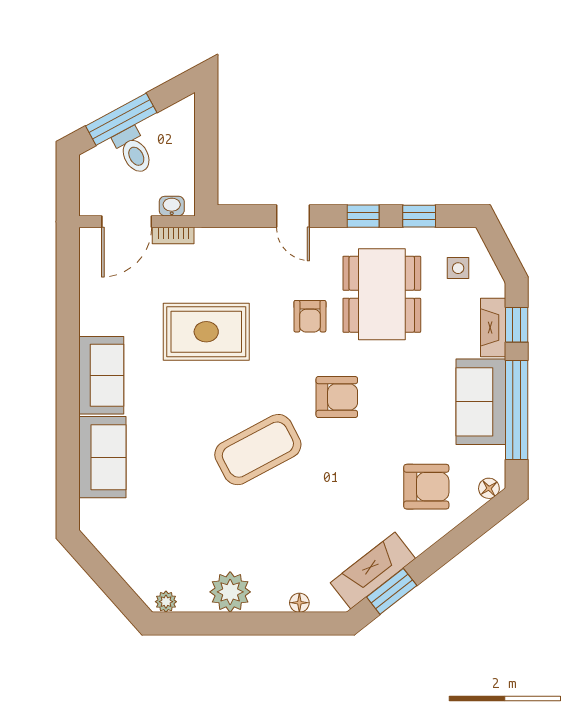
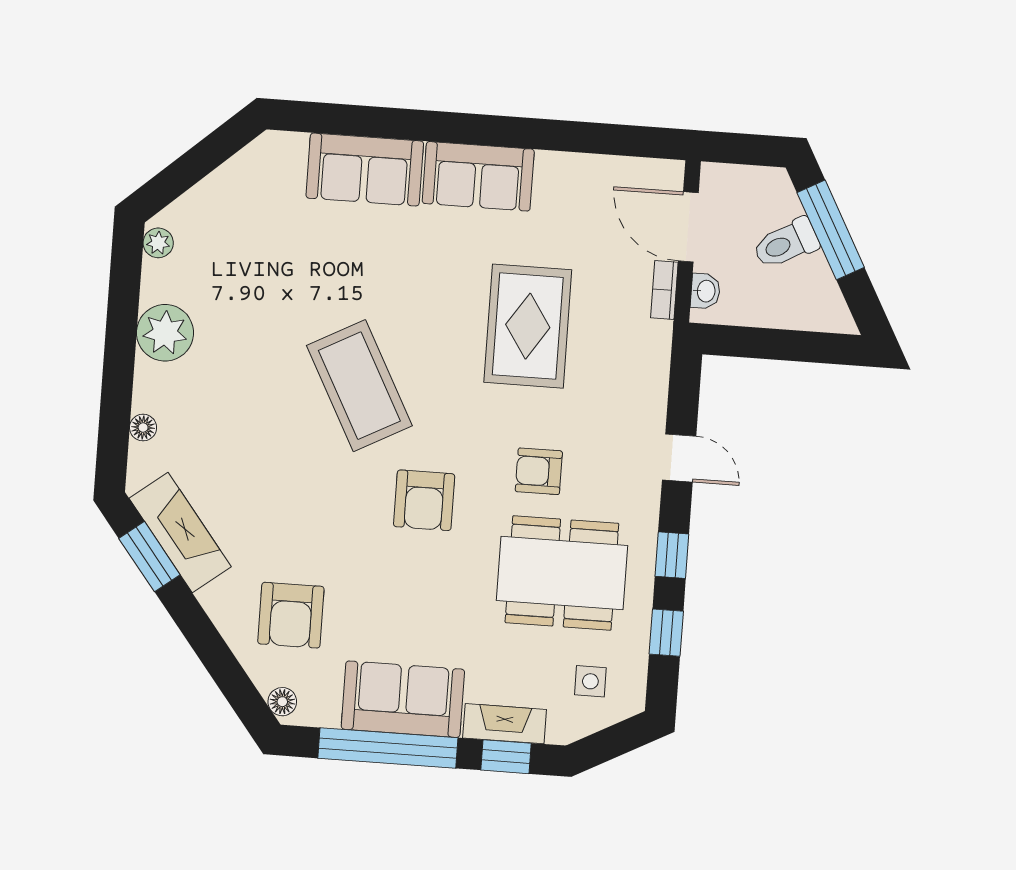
door: (293, 216) -> (679, 458), swing flipped

